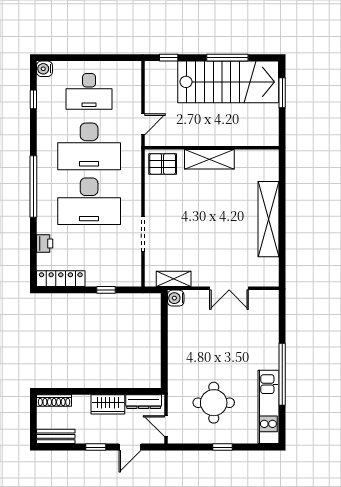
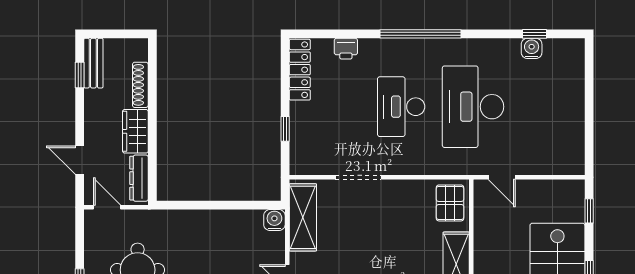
water cooler: (44, 69) -> (532, 48), moved
desk: (89, 91) -> (545, 107), removed
desk: (89, 201) -> (401, 107), width x0.73, depth x0.77
shelving: (174, 279) -> (303, 217), width x1.50, depth x1.33
shoe rack: (54, 401) -> (140, 85), moved
door: (166, 426) -> (107, 207), hinge flipped
window: (96, 447) -> (80, 75), moved

